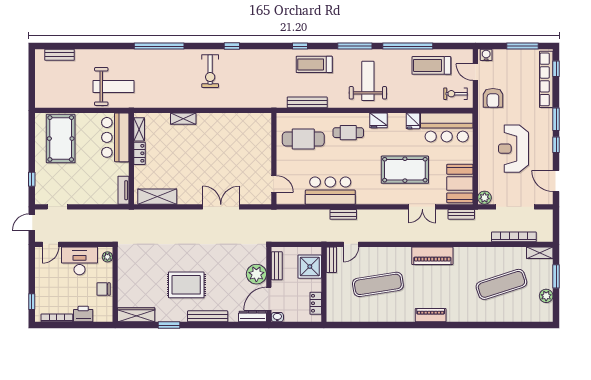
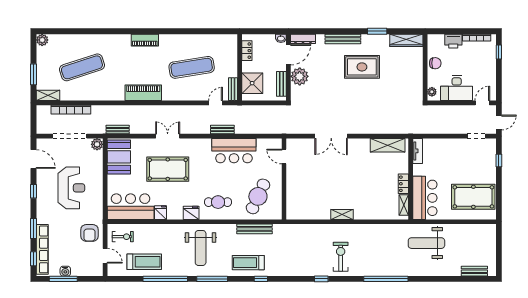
water cooler: (486, 55) -> (65, 271), moved
treadmill: (314, 64) -> (248, 263), turned 180
armchair: (493, 98) -> (90, 233), turned 180
shelving: (183, 119) -> (342, 215), moved
window: (556, 119) -> (33, 229), moved
pool table: (61, 139) -> (473, 197), turned 90
cafe table: (303, 139) -> (258, 196), turned -65
double door: (422, 207) -> (168, 136), moved
plant: (546, 296) -> (42, 40), moved

